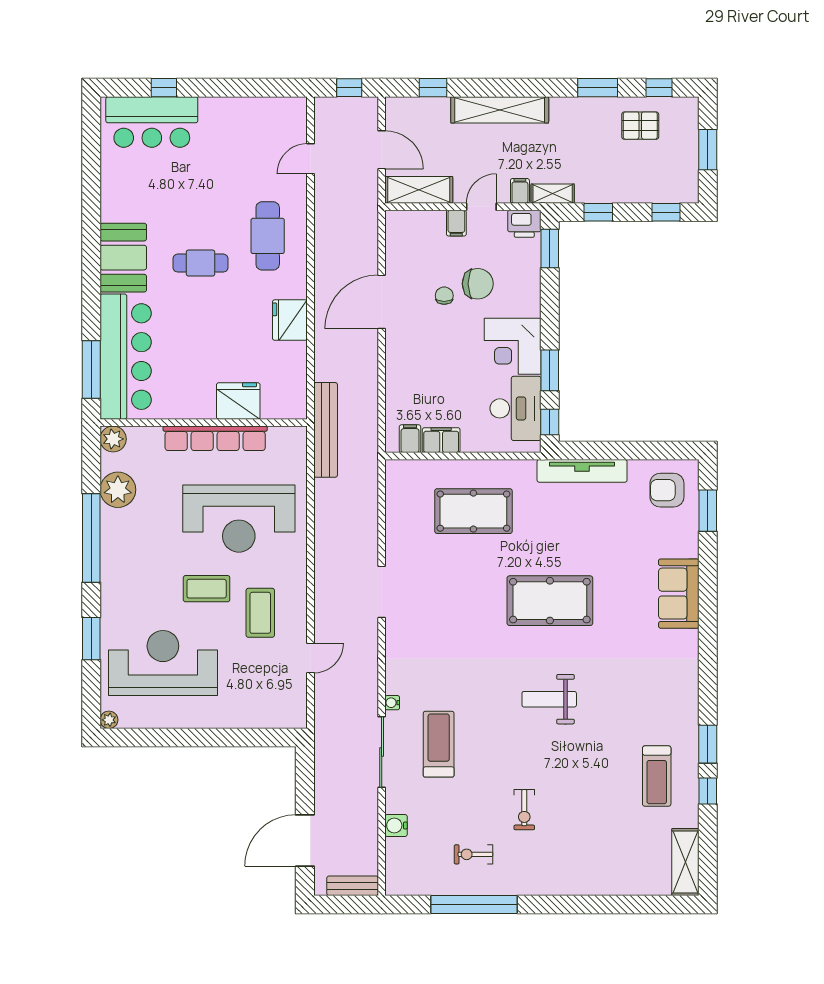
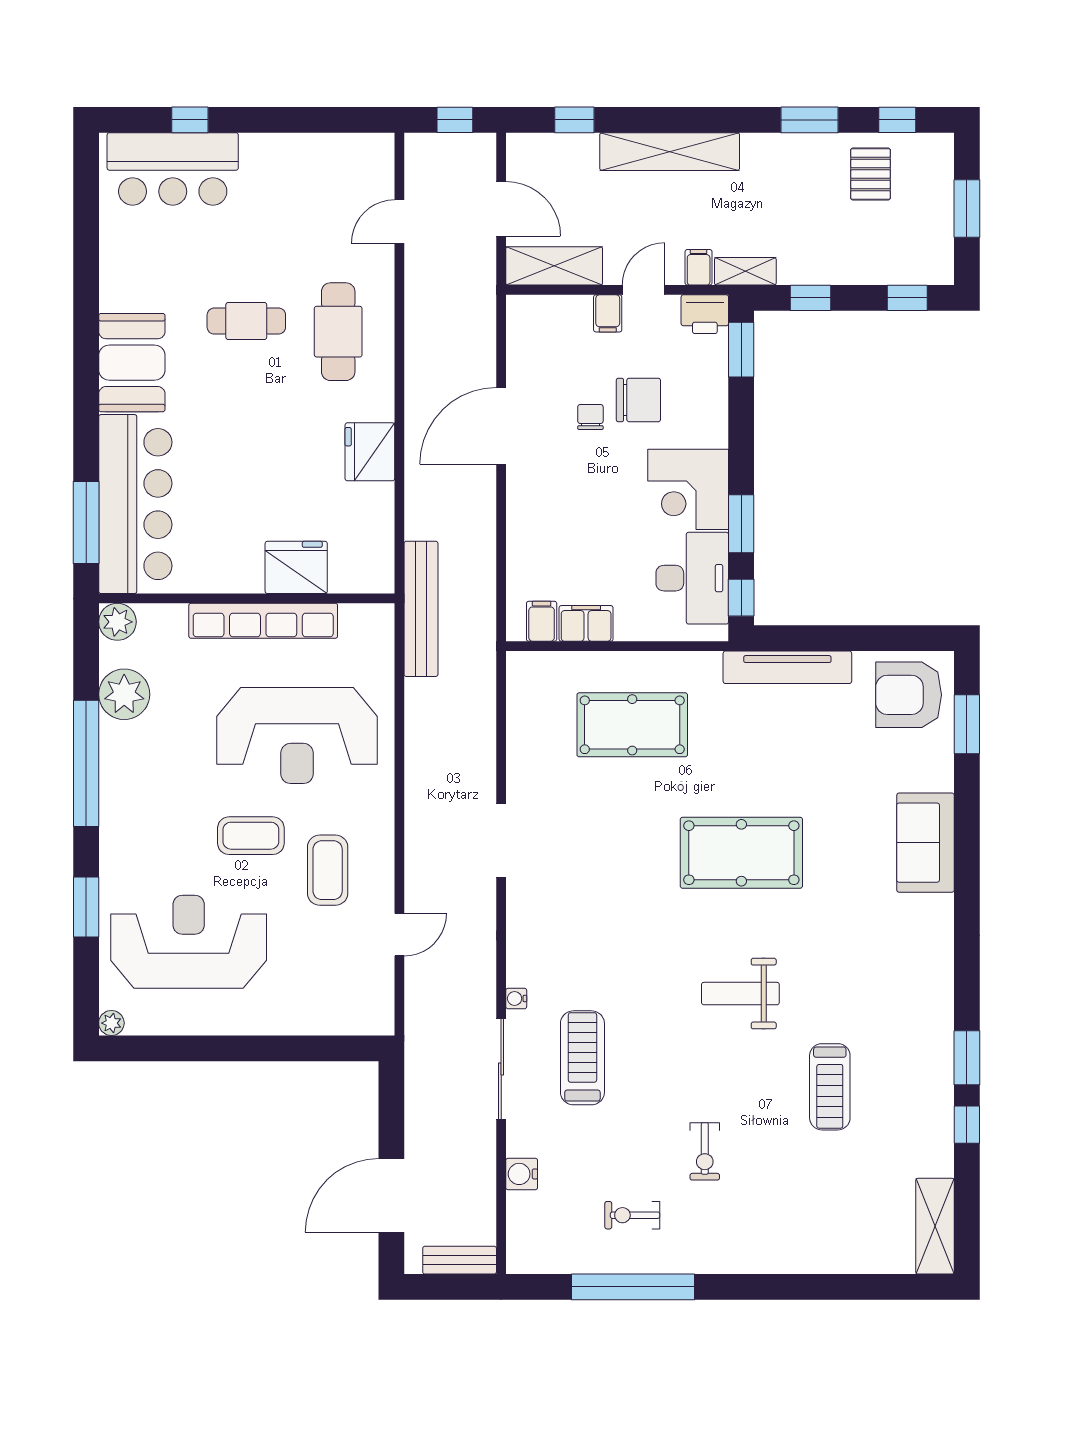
pallet: (640, 126) -> (870, 174), turned 90
cafe table: (200, 263) -> (246, 321), moved
armchair: (667, 490) -> (909, 695), width x1.36, depth x1.36
treadmill: (657, 776) -> (830, 1087), moved

